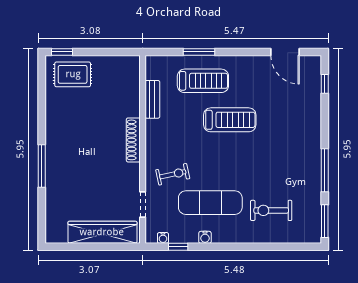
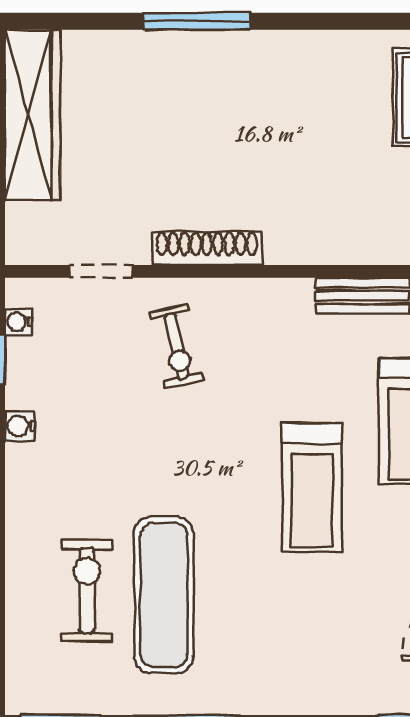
shoe rack: (133, 140) -> (207, 248), moved
exercise mat: (210, 203) -> (164, 595), moved
wardrobe: (102, 232) -> (33, 115), moved

